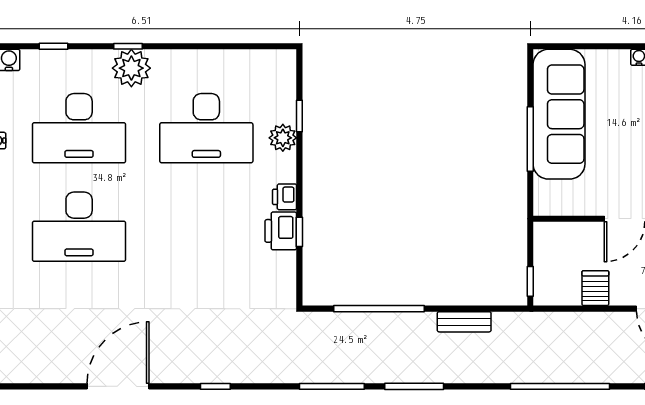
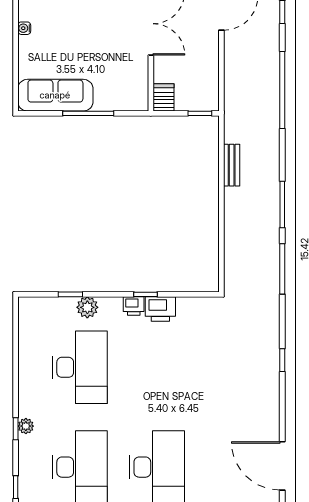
plant: (131, 68) -> (26, 426), width x0.53, depth x0.53
sofa: (559, 114) -> (55, 95), width x0.74, depth x0.79
window: (299, 232) -> (145, 294), moved
server rack: (595, 288) -> (164, 97), moved, turned 90
window: (379, 309) -> (221, 232), removed
door: (118, 386) -> (282, 466), moved

